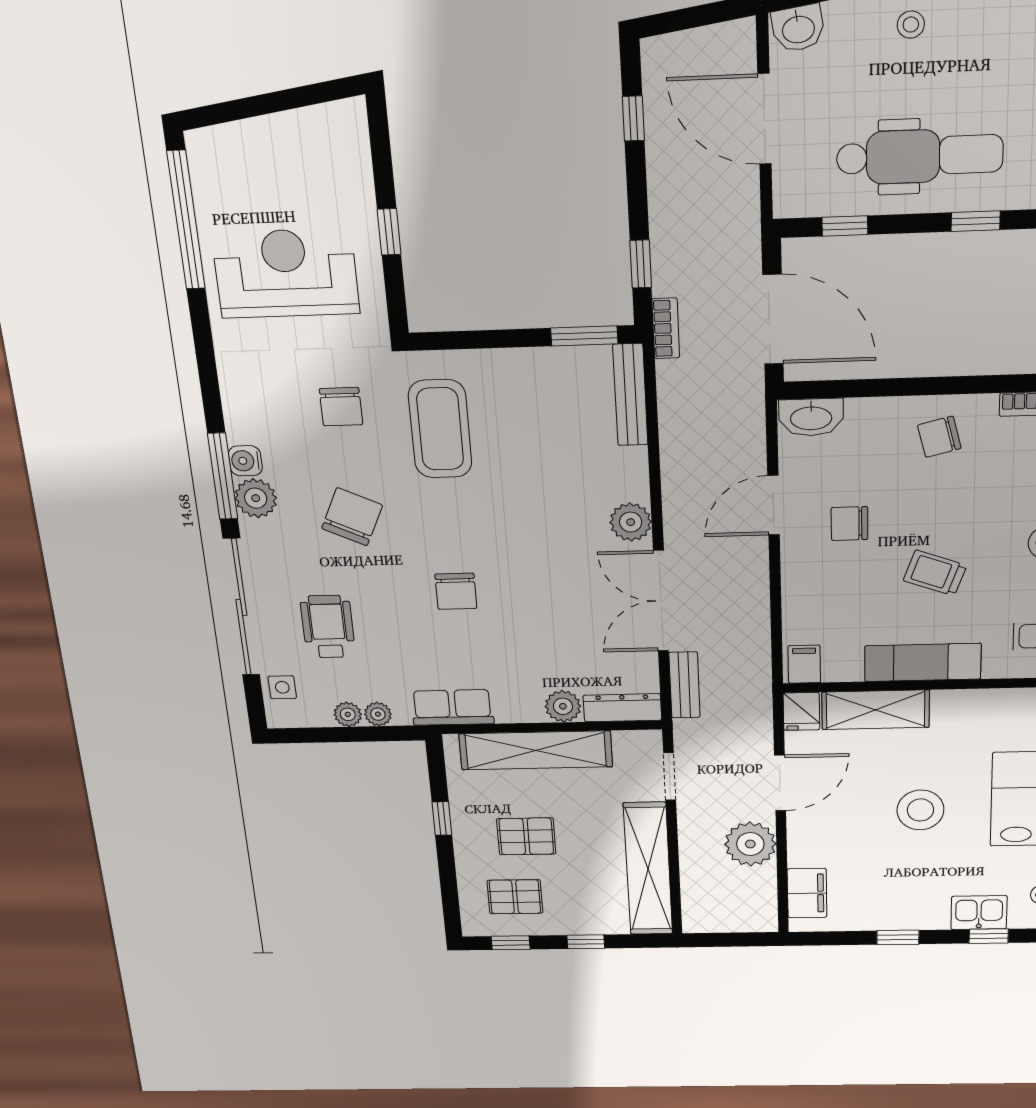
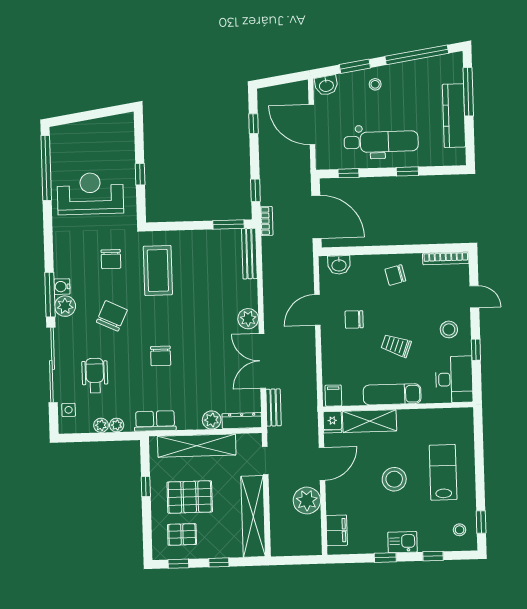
washbasin: (811, 417) -> (339, 265), width x0.72
pallet: (526, 836) -> (190, 497), width x1.50, depth x1.42
kitchen sink: (979, 913) -> (402, 542), moved

